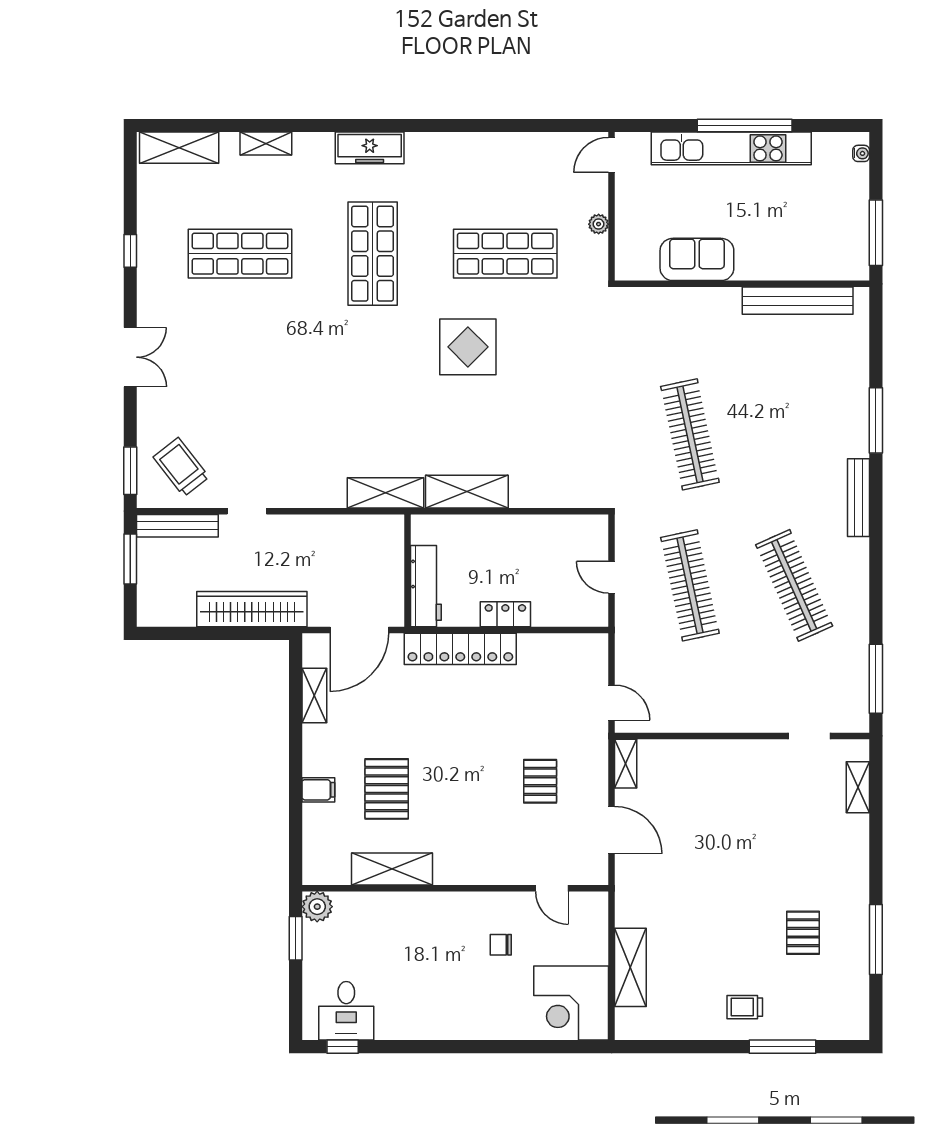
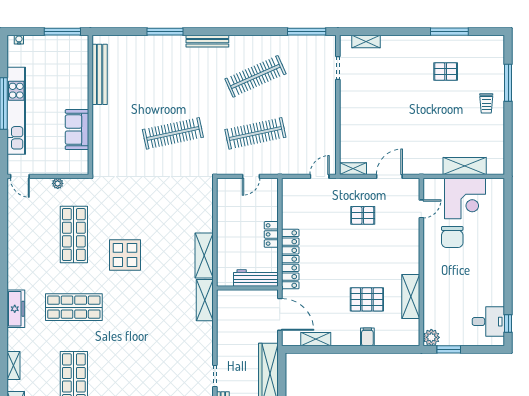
chair: (501, 945) -> (452, 237), width x1.87, depth x1.87
corner desk: (571, 1003) -> (465, 198), moved

